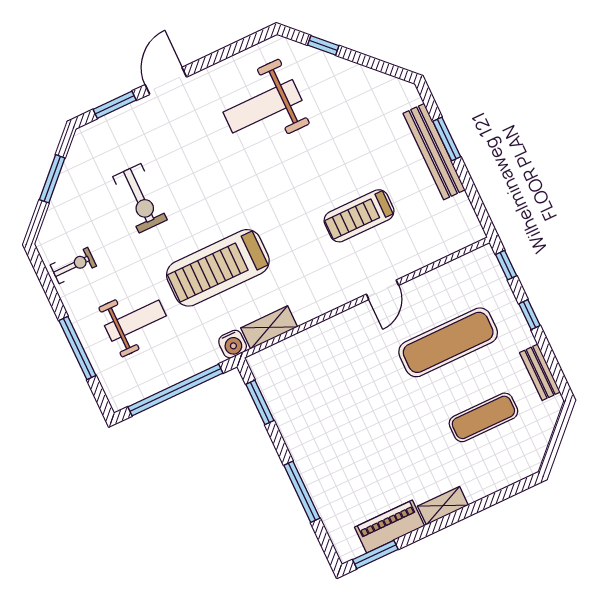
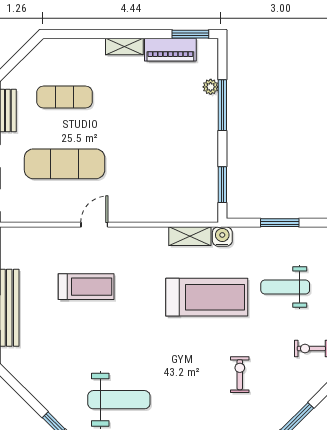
exercise bike: (140, 198) -> (240, 375), width x0.73, depth x0.72
window: (175, 390) -> (280, 223), width x0.47
plant: (325, 506) -> (211, 87), added

